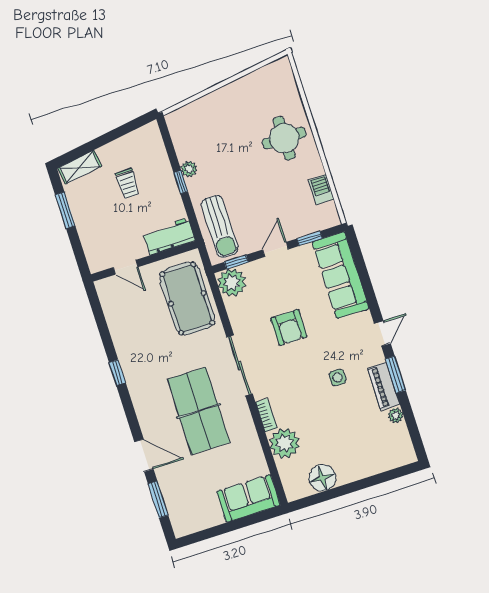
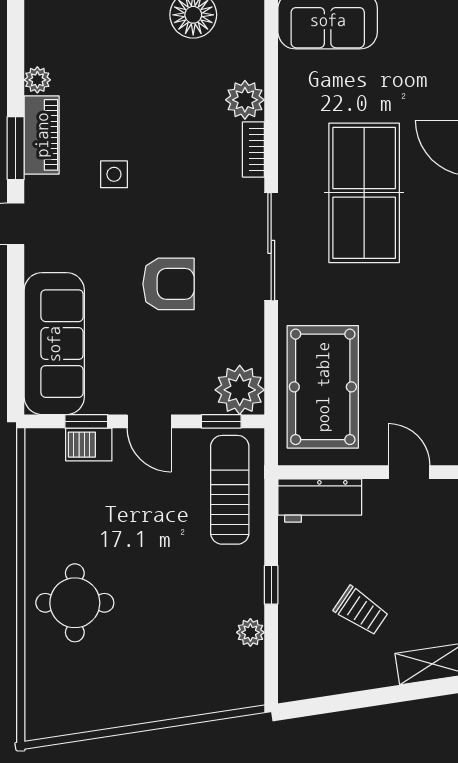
plant: (189, 169) -> (250, 632), moved
trolley: (128, 184) -> (361, 611), turned 124
barbecue: (321, 190) -> (89, 445), moved, turned 90
door: (275, 249) -> (149, 421), hinge flipped
armchair: (289, 327) -> (168, 284), turned 90
plant: (285, 443) -> (245, 100), width x0.73, depth x0.73

